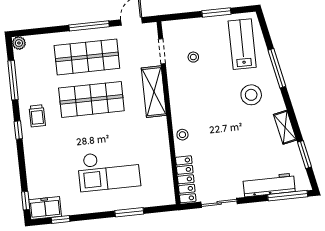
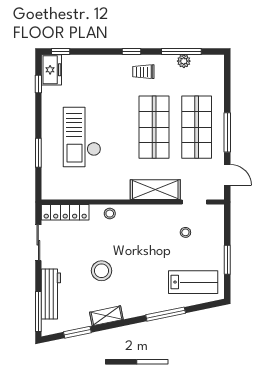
plant: (19, 43) -> (184, 61), moved
stool: (251, 95) -> (101, 271), moved

